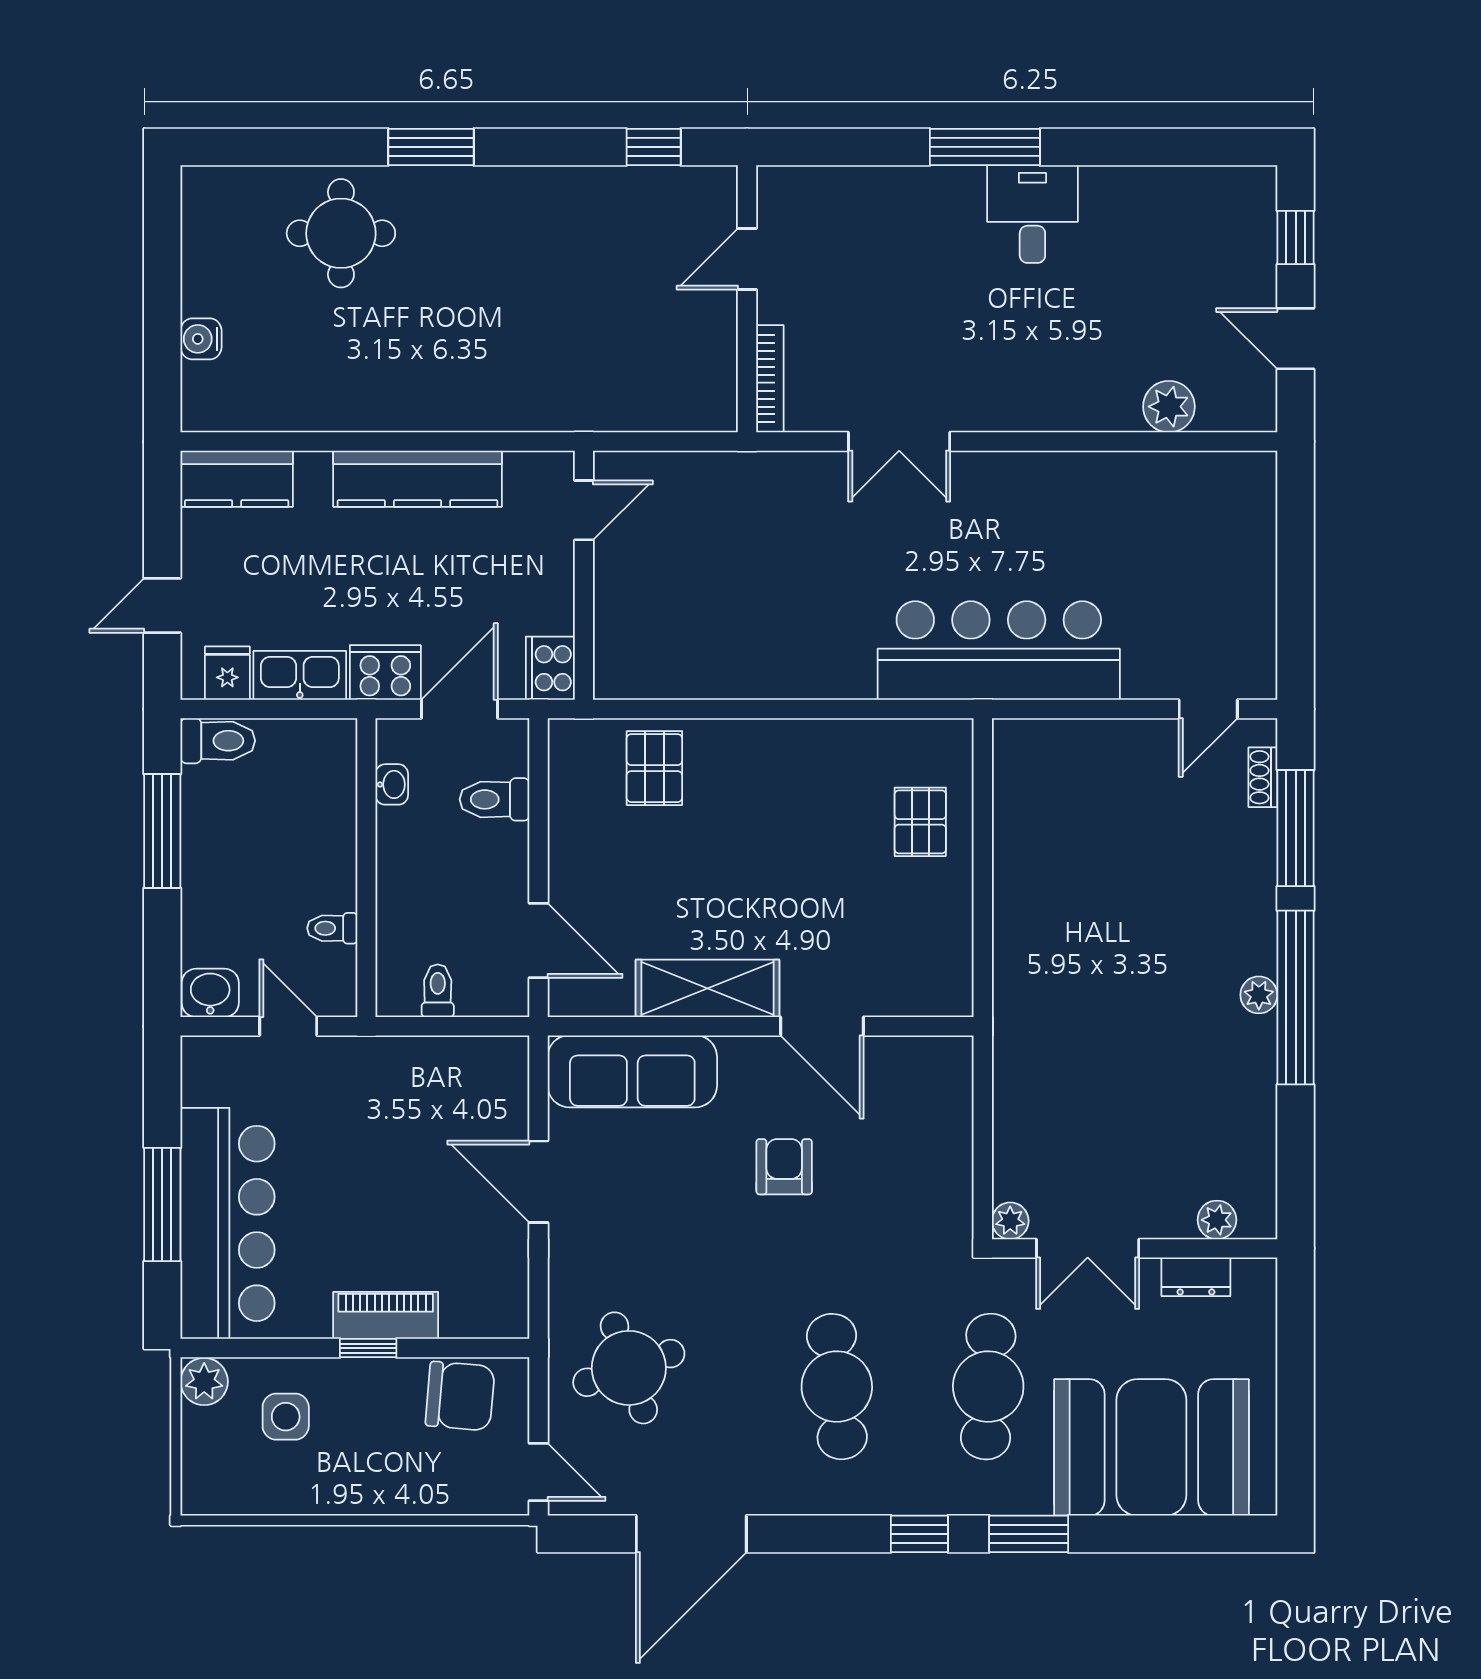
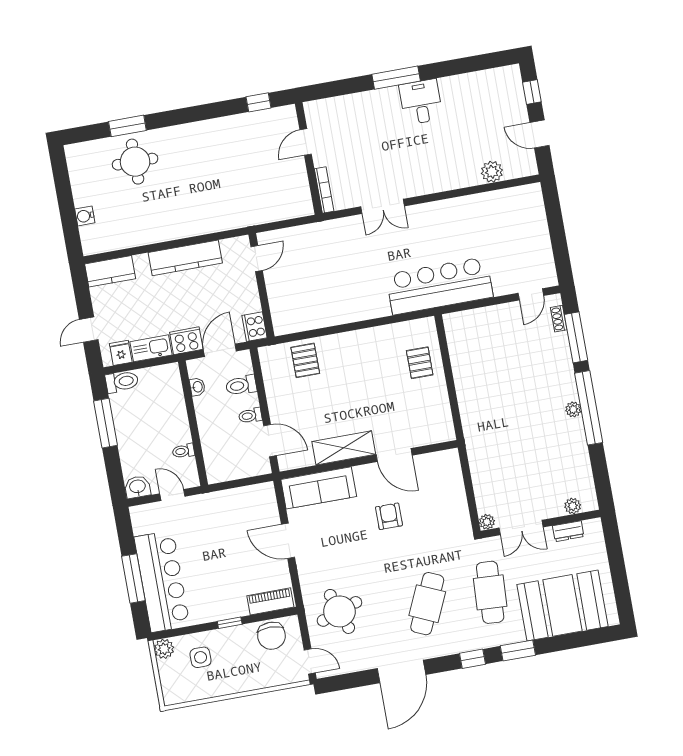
window: (431, 147) -> (127, 126), moved
toilet: (438, 991) -> (250, 416), moved, turned -90
piano: (386, 1315) -> (270, 601), moved
cafe table: (837, 1387) -> (427, 604), turned 30
chair: (460, 1396) -> (271, 636), turned 85
door: (691, 1534) -> (402, 671), moved

